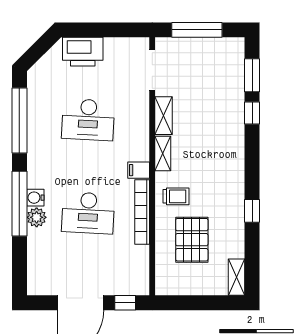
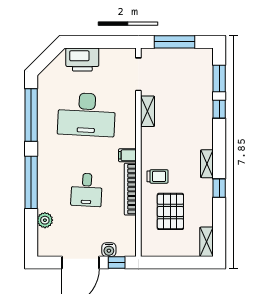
desk: (88, 120) -> (87, 114), width x1.36, depth x1.30
shelving: (163, 153) -> (207, 164), moved
water cooler: (35, 198) -> (109, 250), moved, turned -90
desk: (88, 213) -> (87, 190), width x0.73
plant: (37, 217) -> (45, 220), moved

